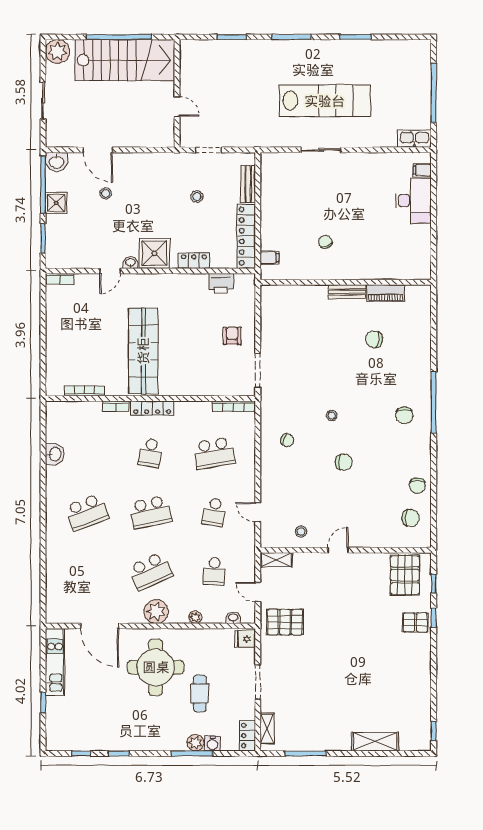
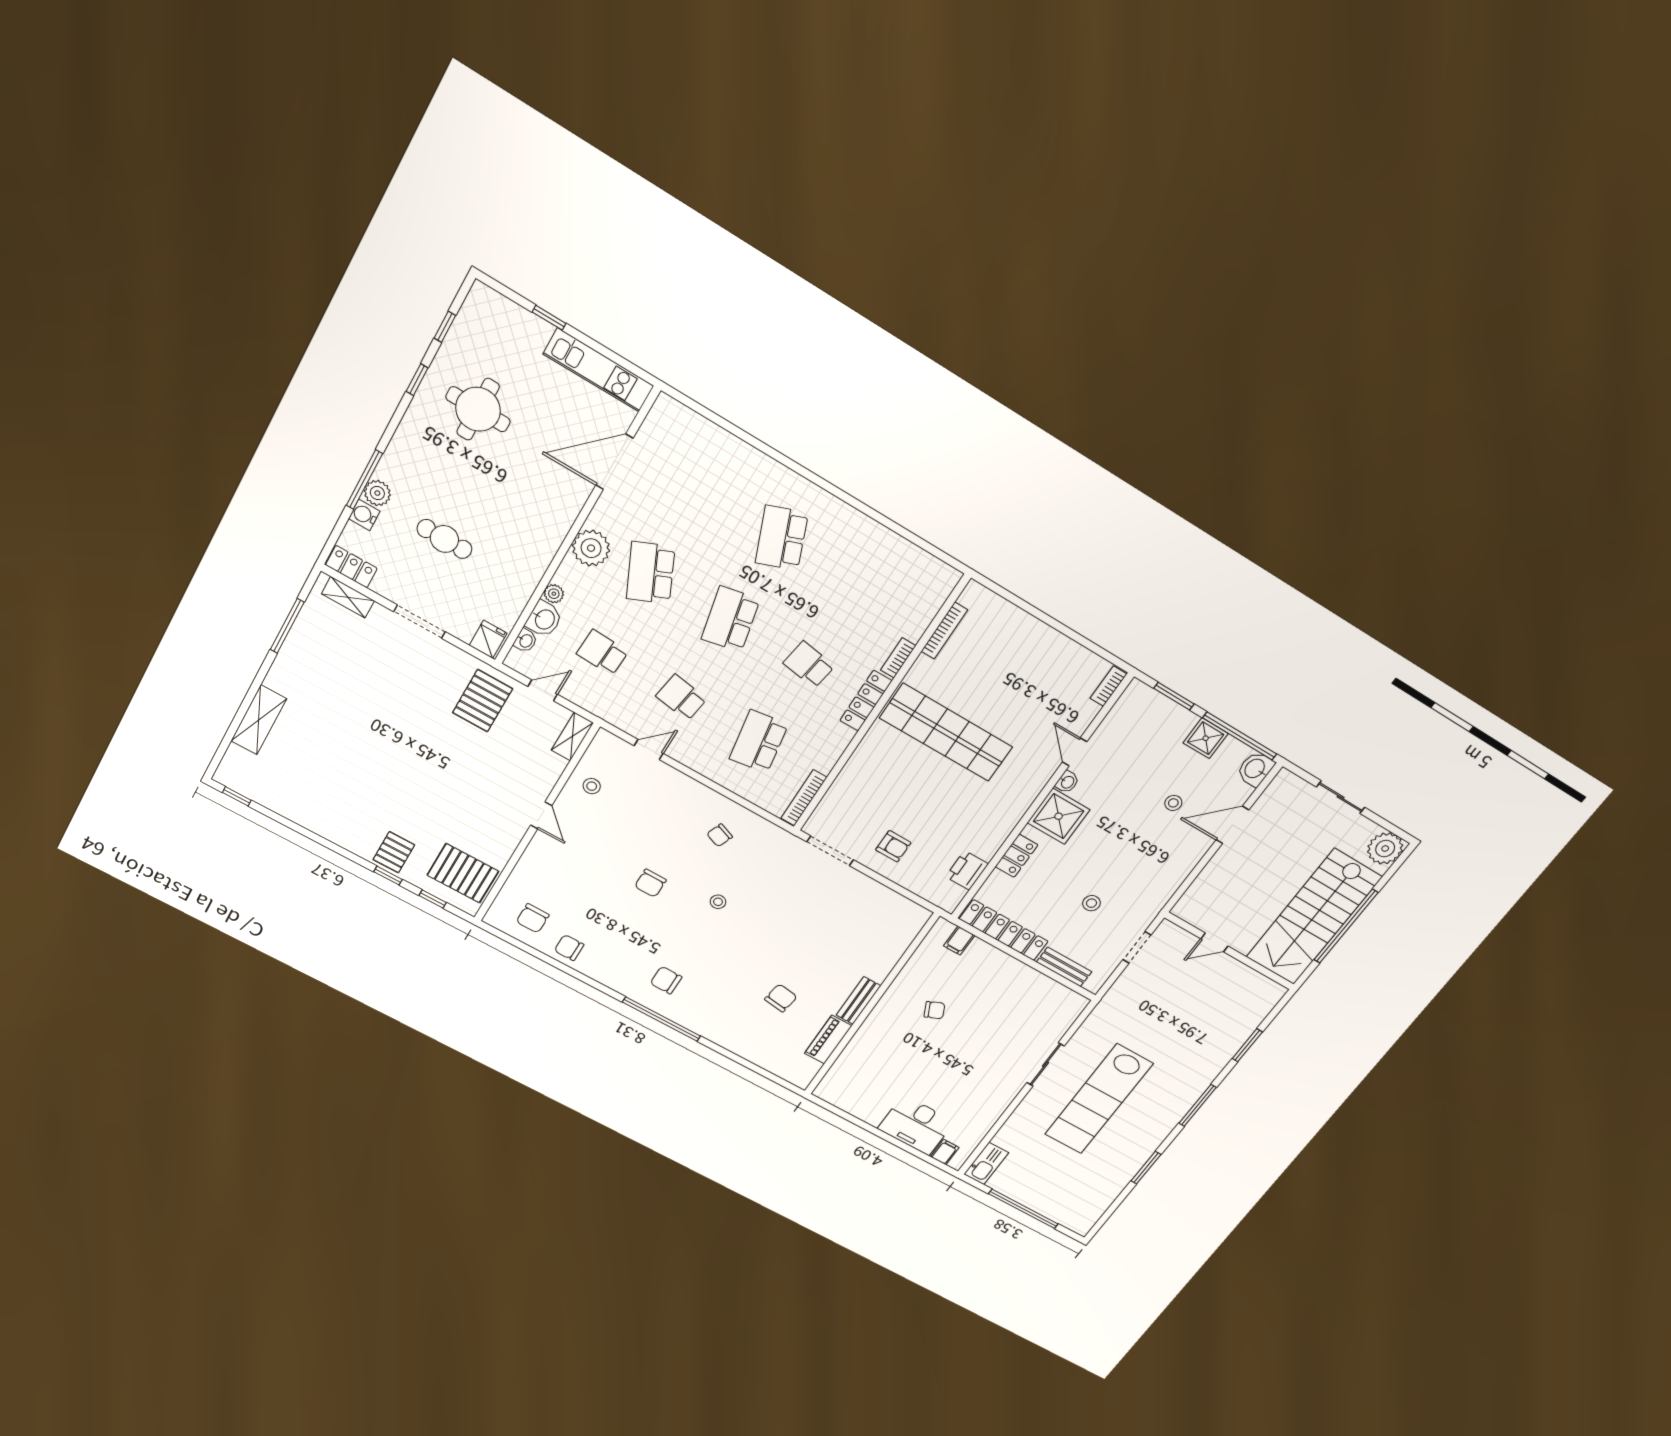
washbasin: (55, 454) -> (544, 619), moved, turned -90
round table: (156, 667) -> (478, 409), moved, width x0.73, depth x0.73

